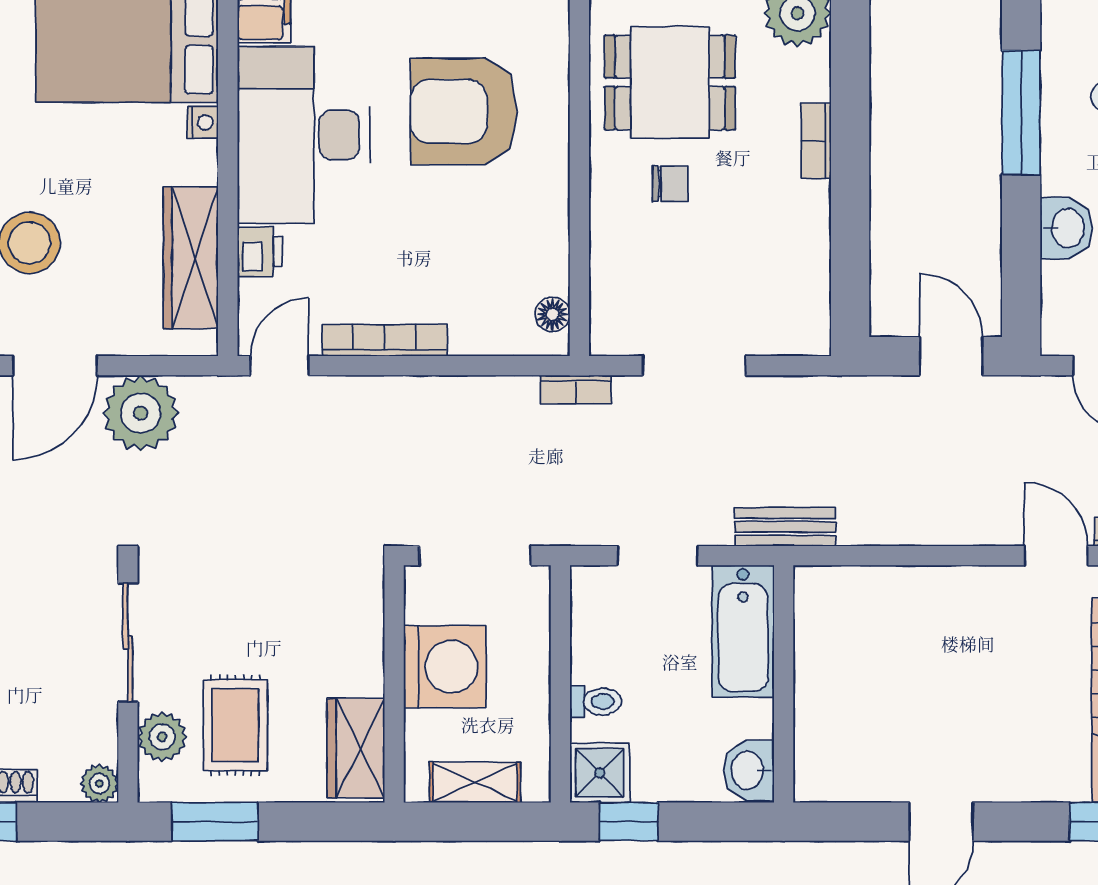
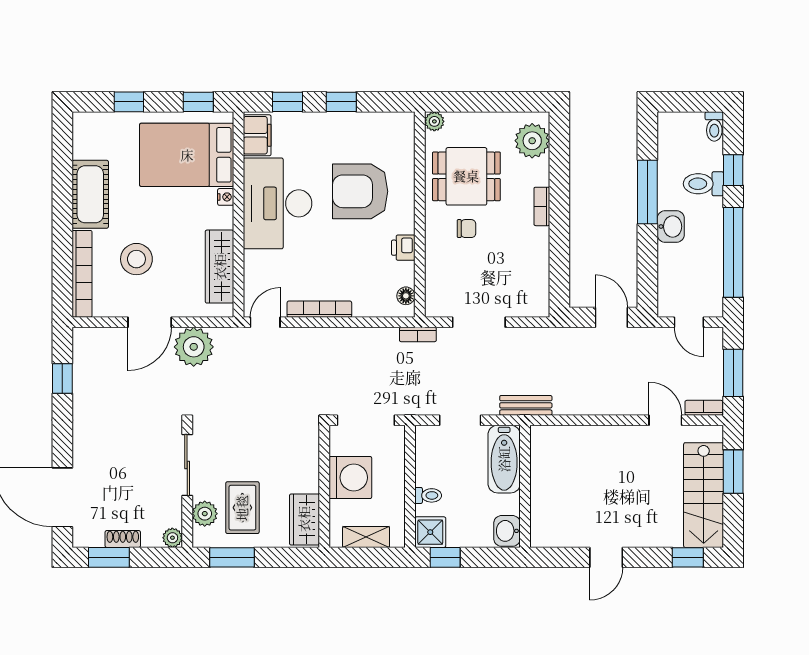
washbasin: (1066, 228) -> (671, 227), moved
printer: (260, 252) -> (403, 248), moved, turned 180

